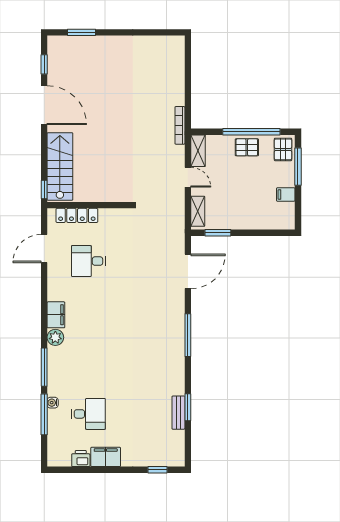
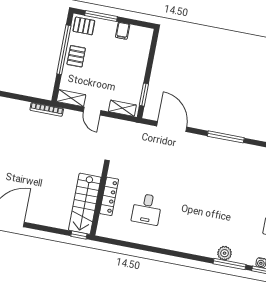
stairs: (60, 166) -> (85, 204), moved, turned -90
door: (188, 177) -> (92, 111), swing flipped
locker: (77, 215) -> (109, 196), moved
door: (44, 249) -> (129, 245), removed
filing cabinet: (56, 315) -> (187, 245), removed
plant: (55, 337) -> (225, 253), moved

